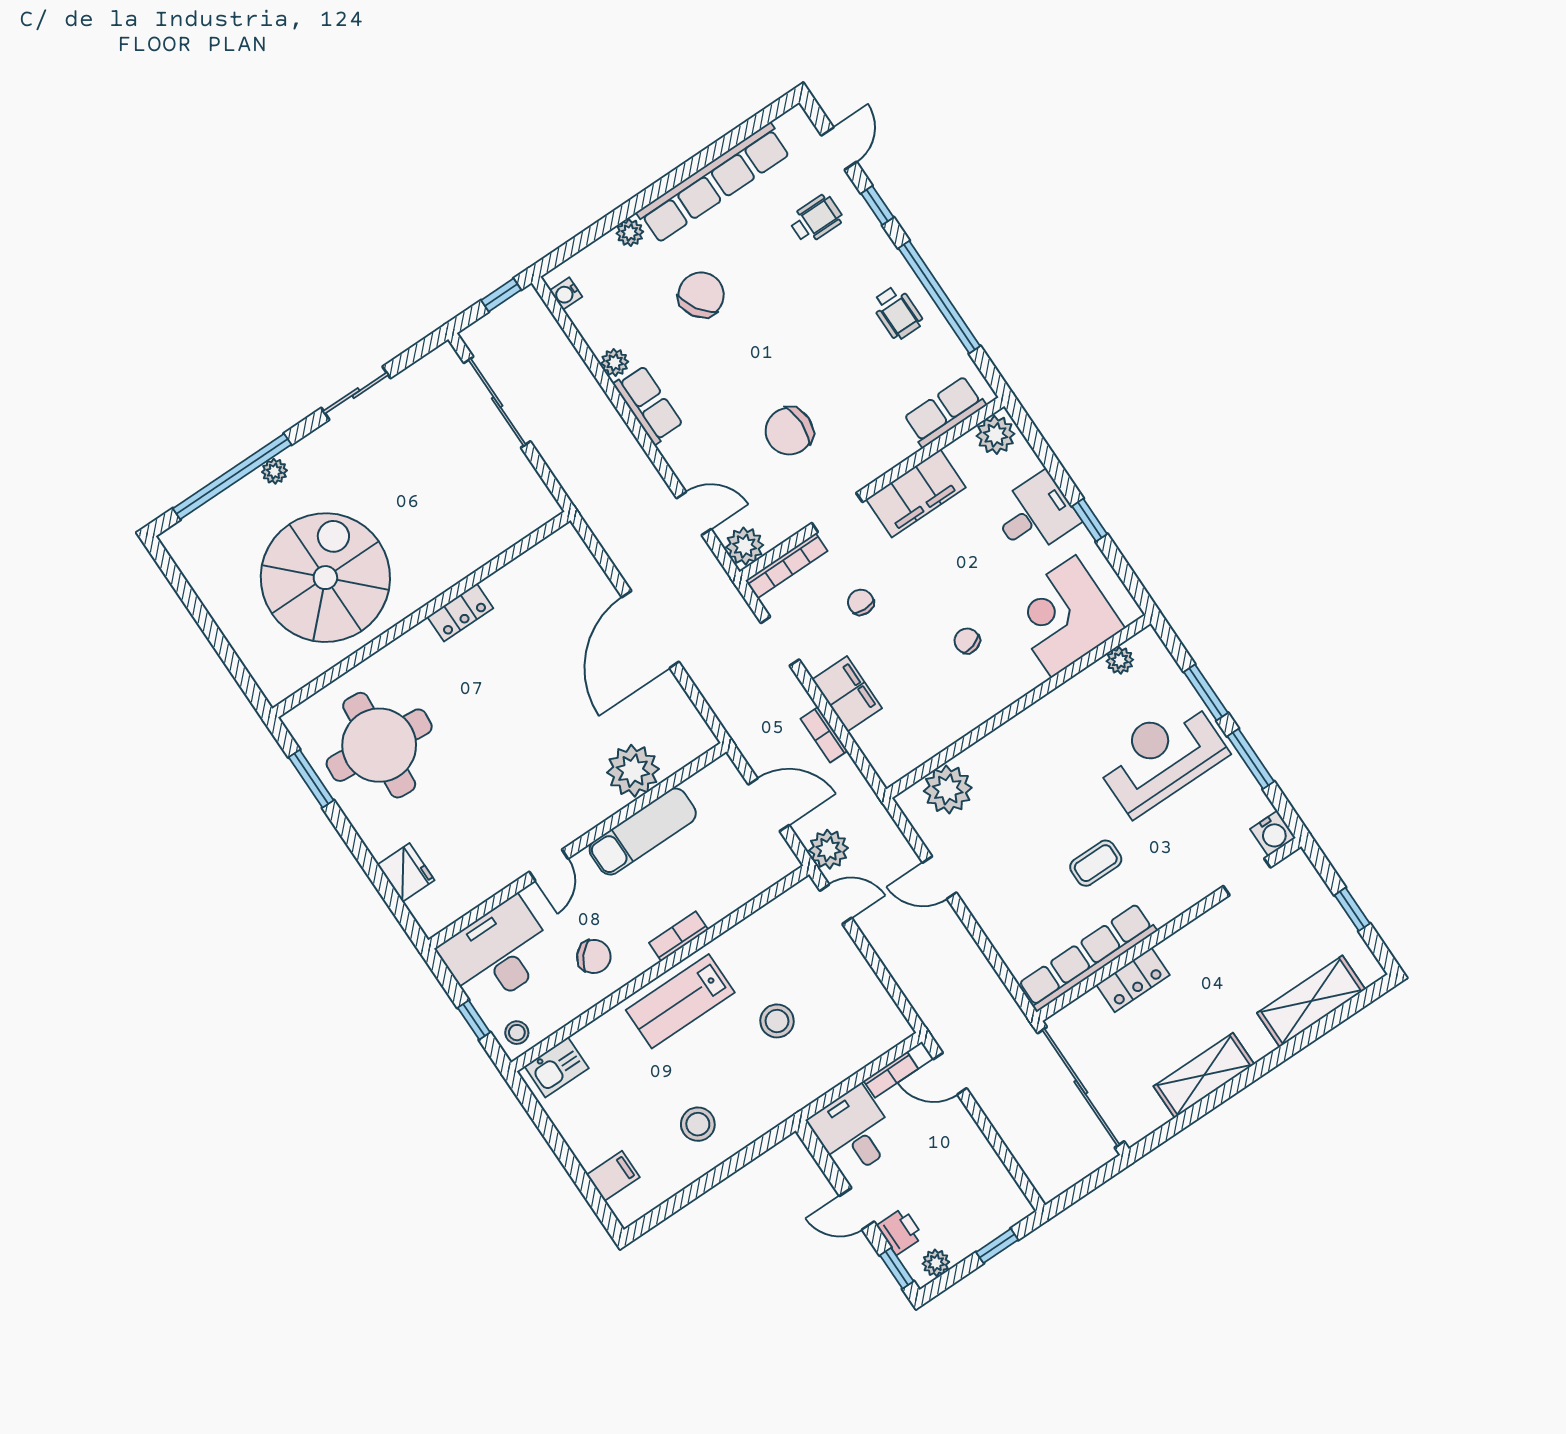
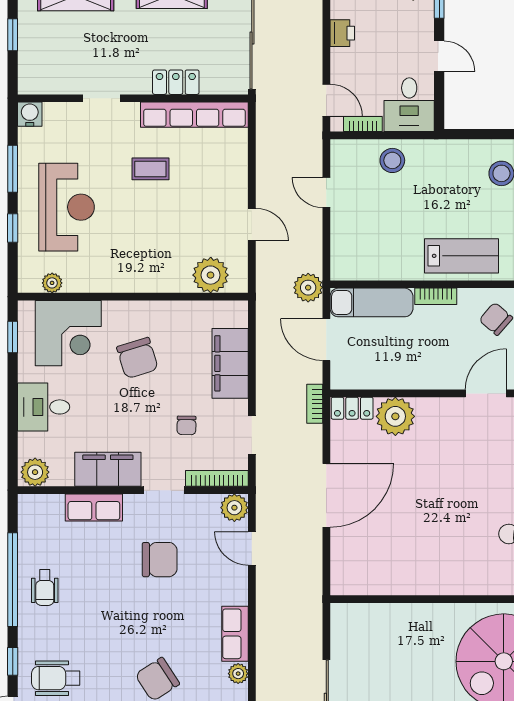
wheelchair: (816, 219) -> (56, 678), width x1.36, depth x1.37
wheelchair: (897, 313) -> (45, 588), turned 180
row of seats: (944, 412) -> (94, 507), moved
window: (1090, 520) -> (13, 337), moved
locker: (460, 612) -> (352, 408), moved, turned 180
chair: (967, 641) -> (137, 358), width x1.87, depth x1.87
window: (1206, 692) -> (13, 228), width x0.67
filing cabinet: (847, 694) -> (230, 363), width x1.50, depth x1.17
bookcase: (824, 735) -> (315, 404), moved, turned 180
reception desk: (1161, 757) -> (67, 207), turned -90
exam couch: (643, 832) -> (371, 302), moved, turned 180
door: (549, 865) -> (486, 393), width x1.38
doorway: (1247, 877) -> (101, 98), moved
door: (836, 904) -> (326, 193), moved
stool: (777, 1021) -> (392, 160), moved
printer: (900, 1231) -> (342, 33), moved, turned 180

